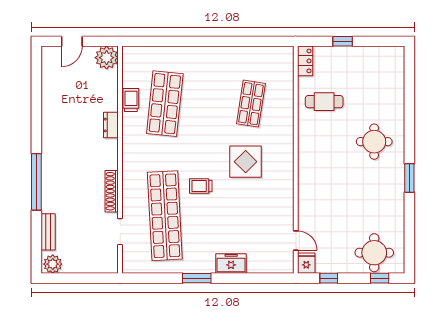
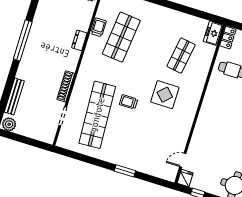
window: (36, 182) -> (23, 40), moved
bench: (48, 232) -> (14, 96), width x1.36
door: (296, 241) -> (183, 160), swing flipped
freezer: (231, 264) -> (213, 33), moved, turned -90
window: (197, 278) -> (125, 171), moved

